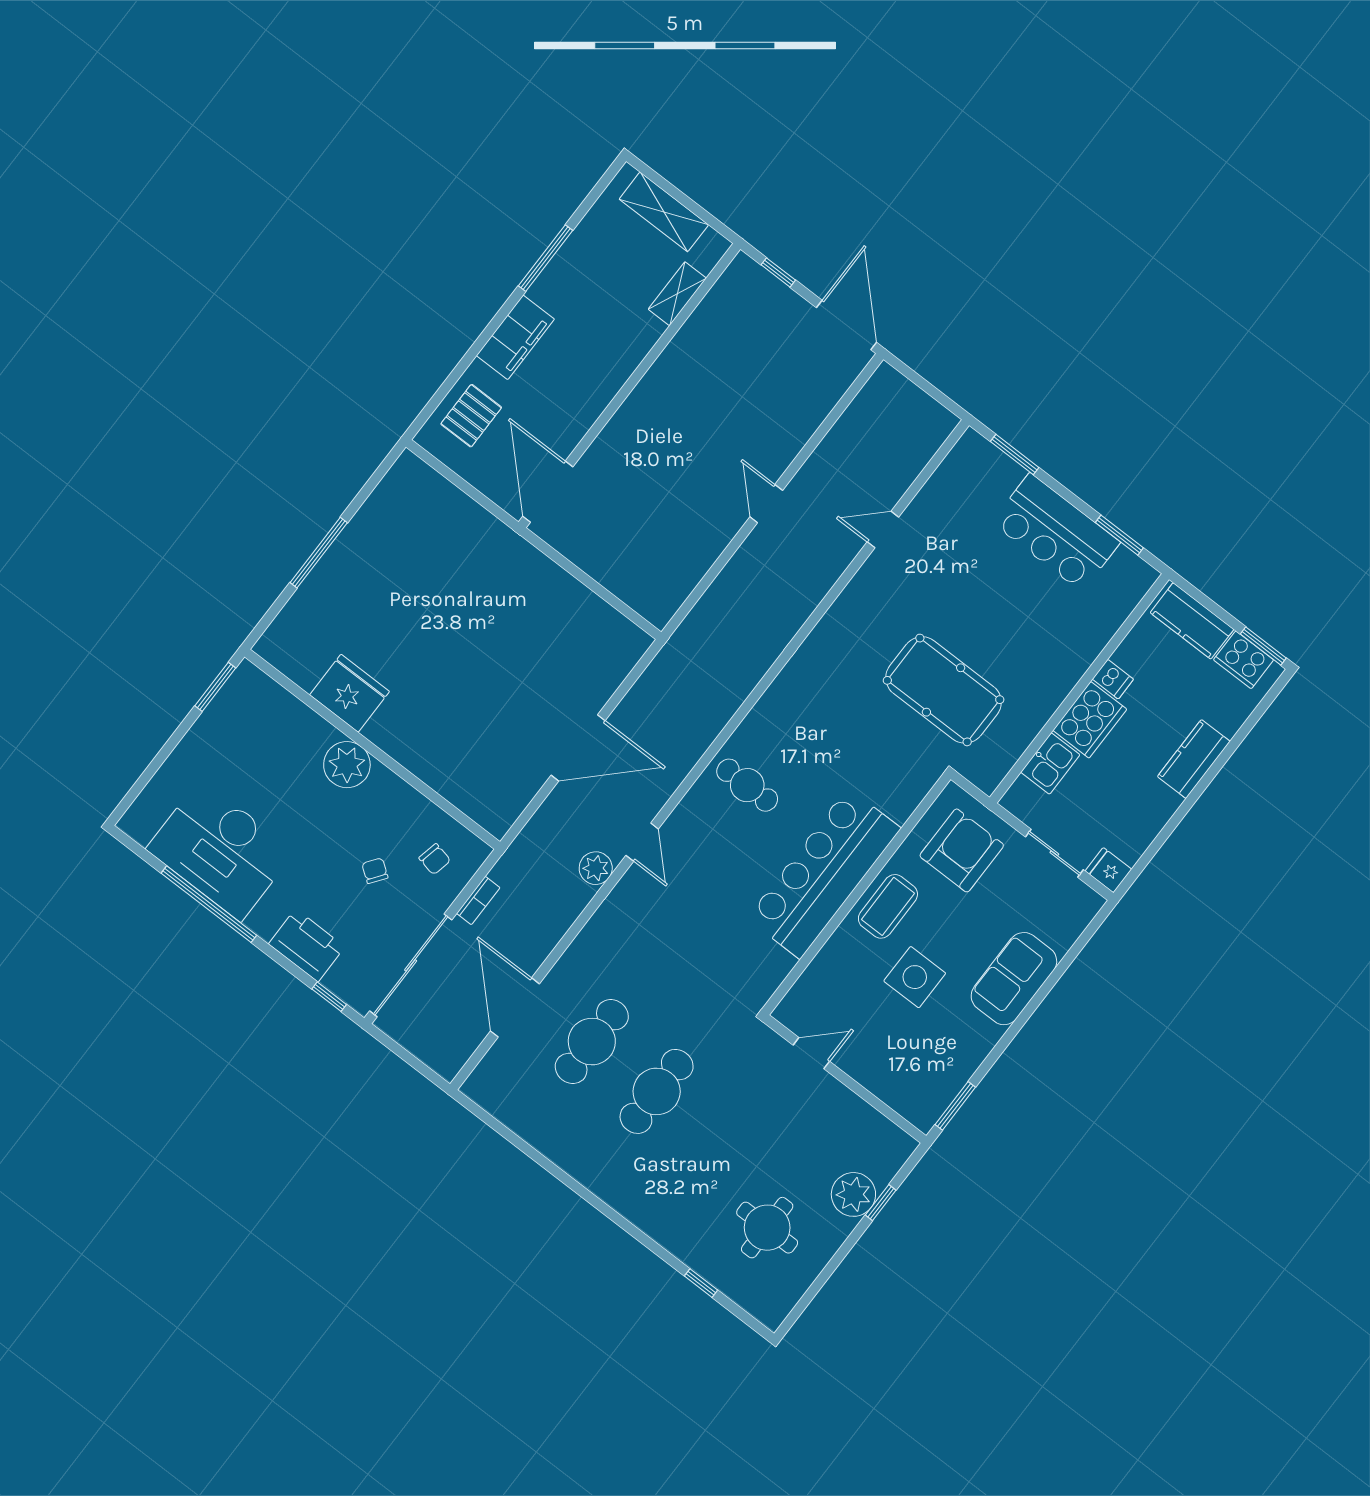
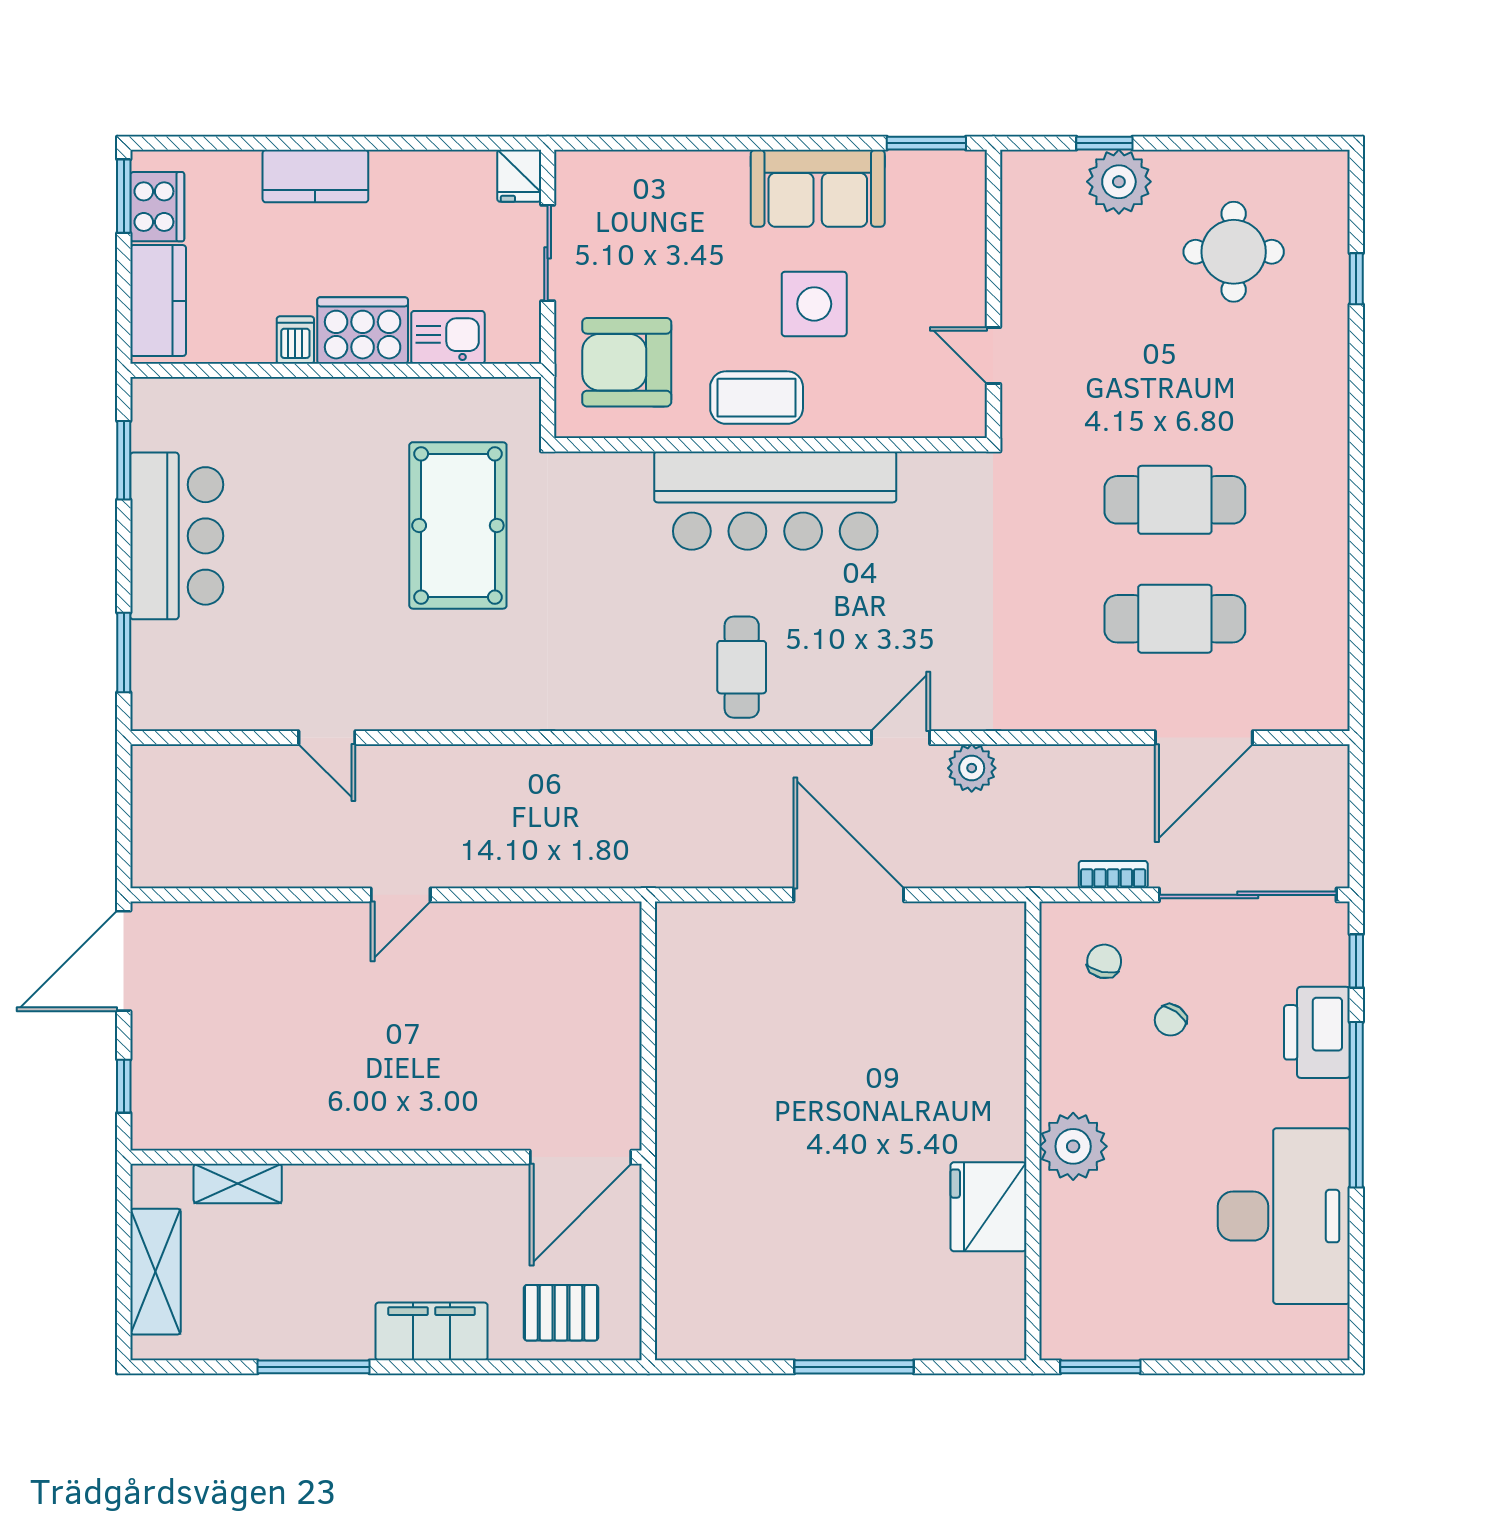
window: (209, 904) -> (1356, 1105), moved
sofa: (1014, 979) -> (818, 188), moved

